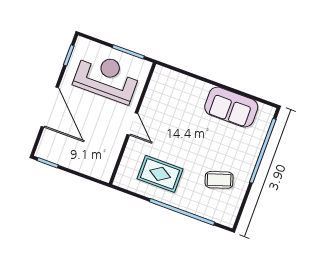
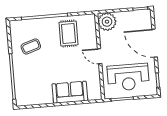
sofa: (231, 107) -> (70, 92), moved
plant: (101, 166) -> (107, 22), added
rug: (160, 174) -> (69, 34), turned 90

